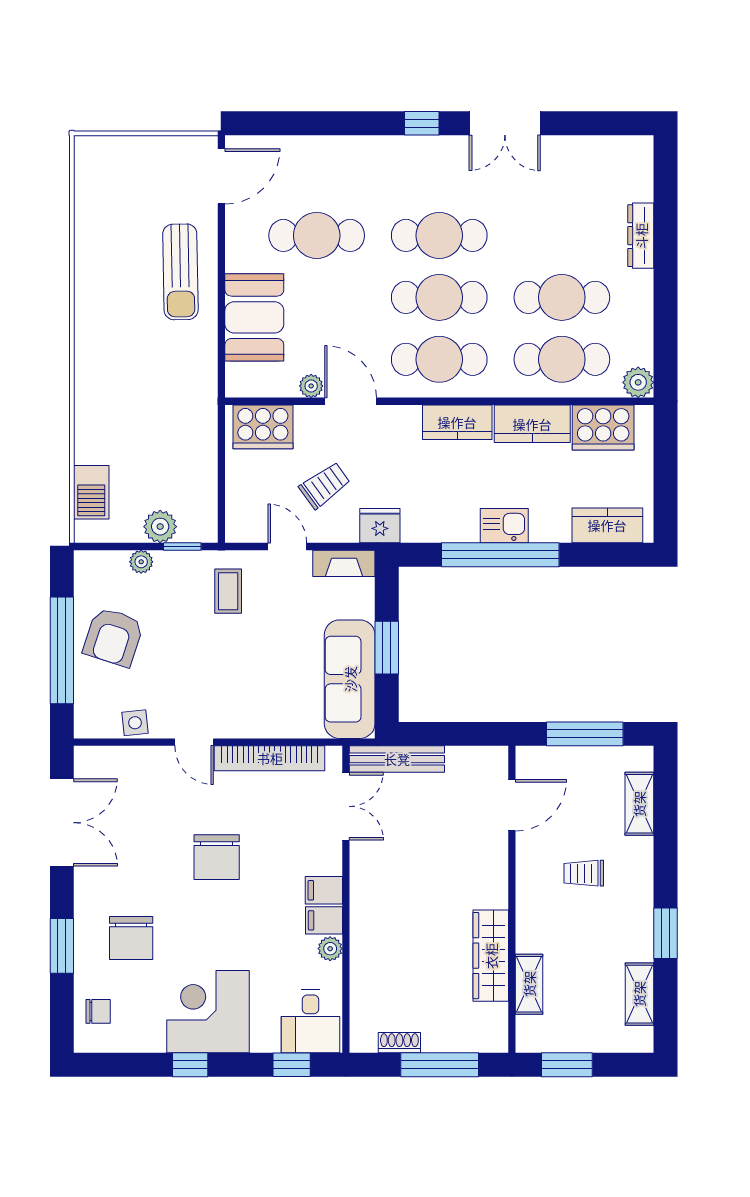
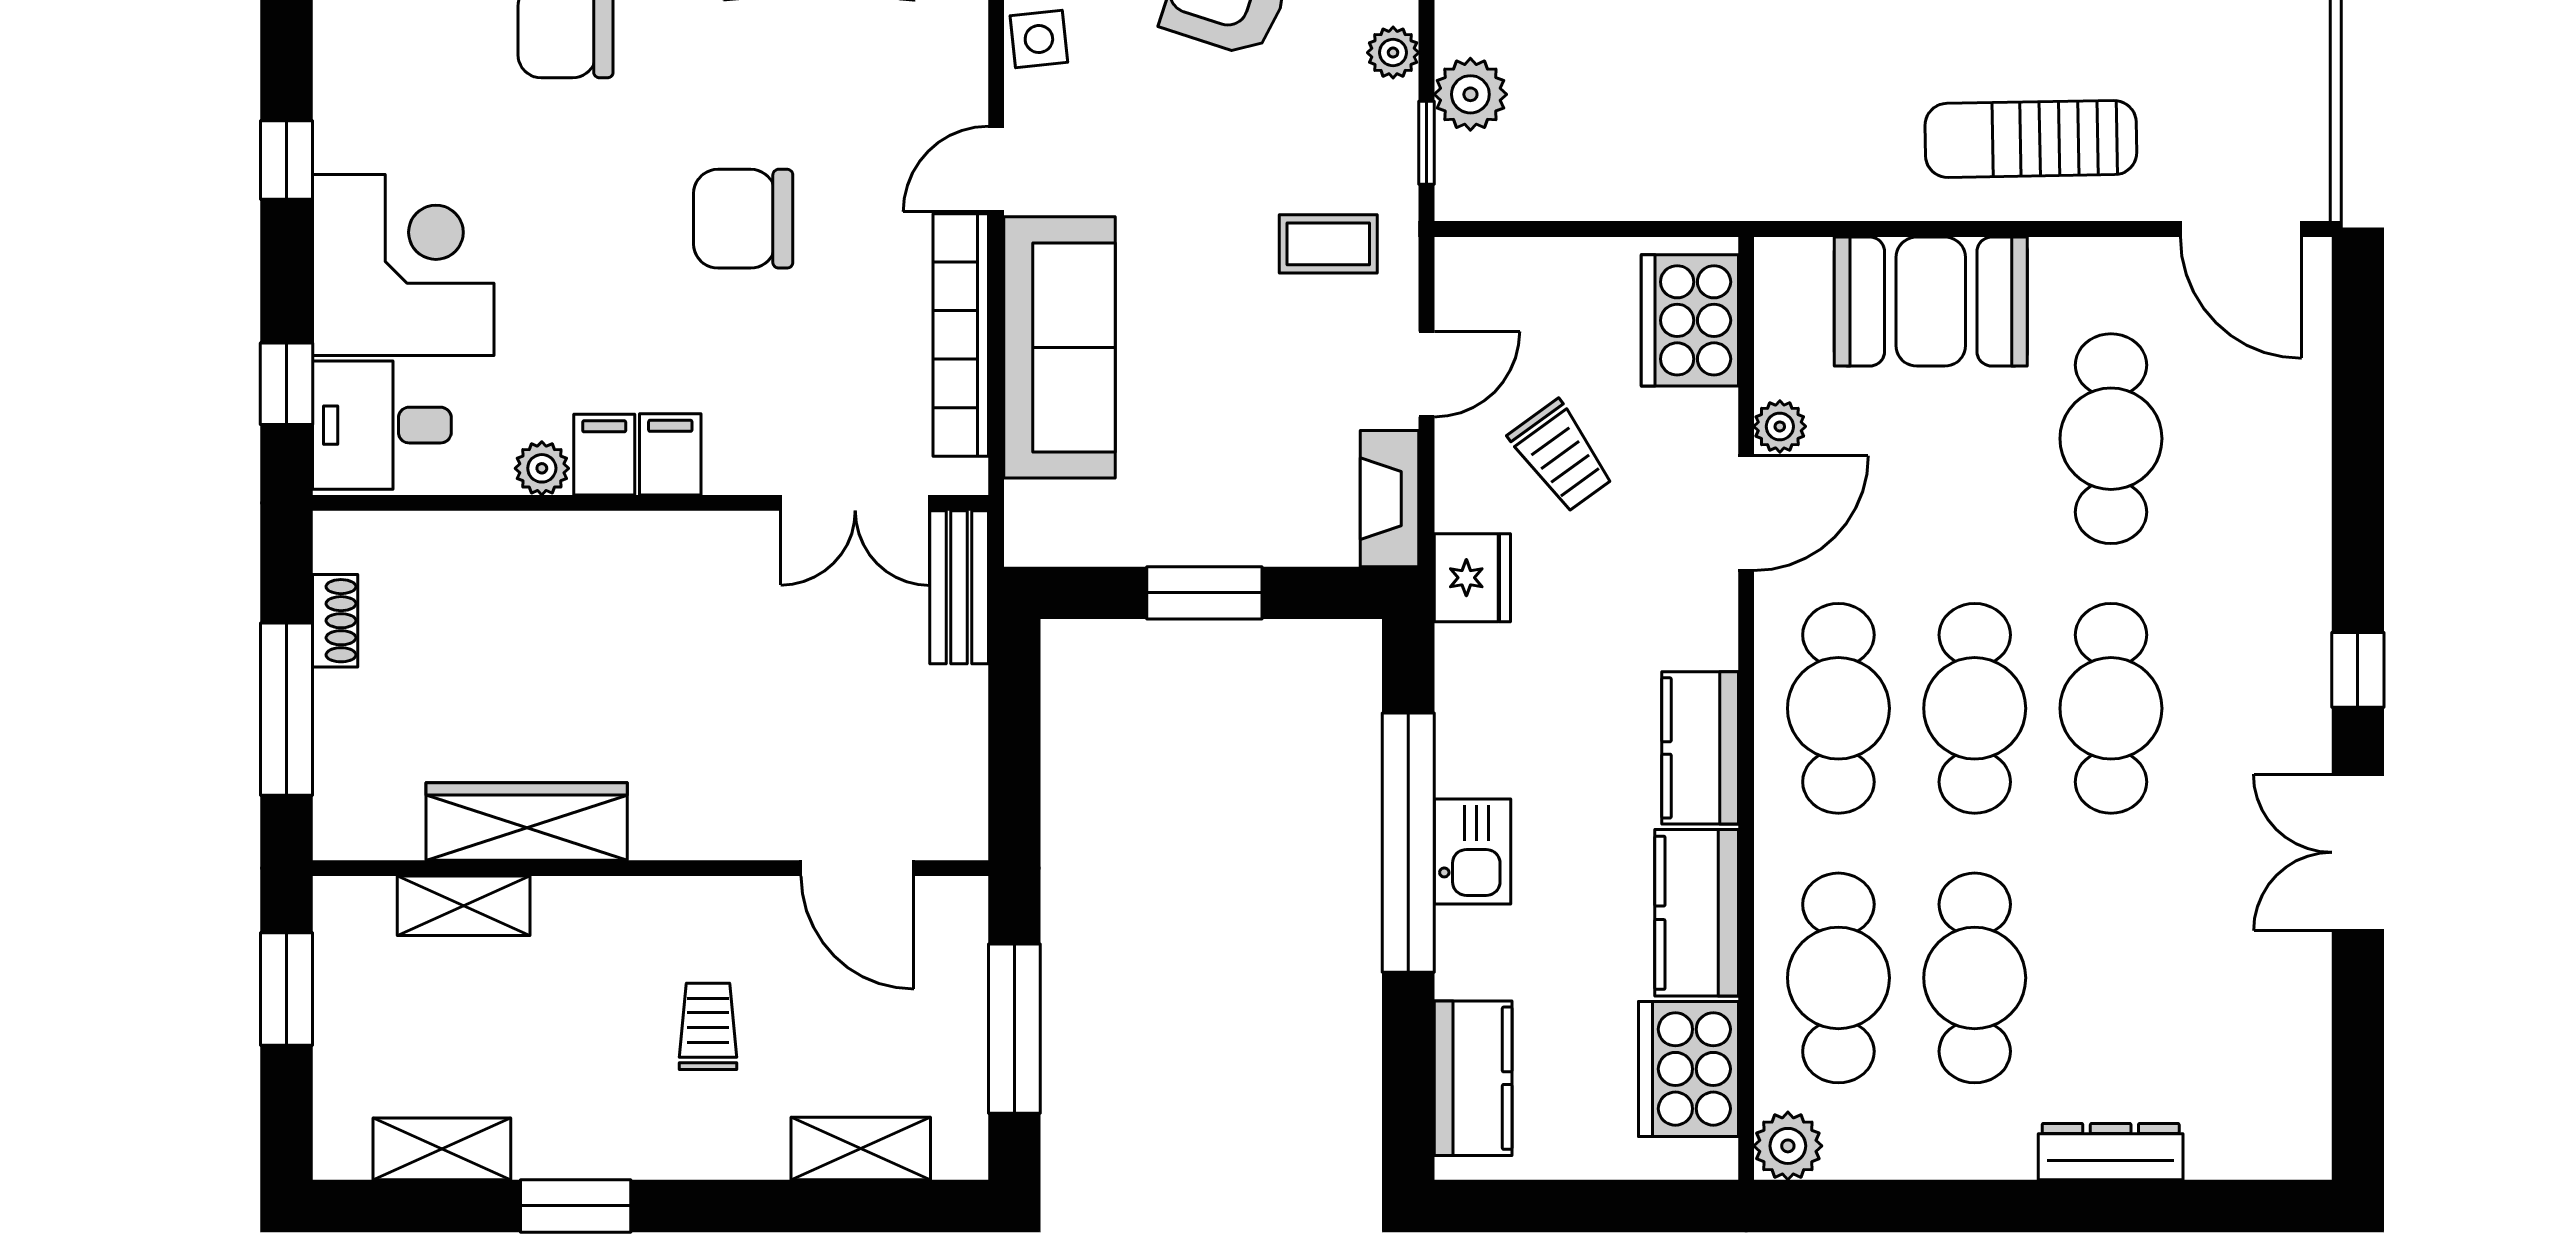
sofa: (350, 679) -> (1060, 347), moved, turned 90
bench: (397, 759) -> (959, 587), width x0.73
corner desk: (208, 1012) -> (403, 265), moved

